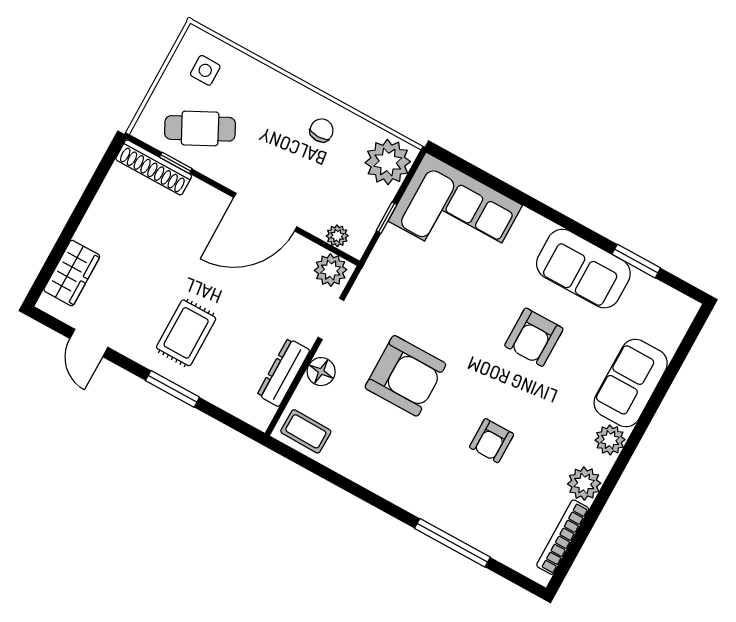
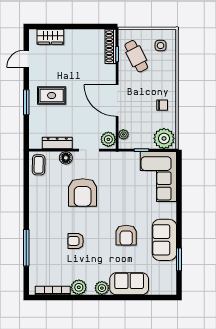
armchair: (534, 337) -> (126, 235), turned -90

